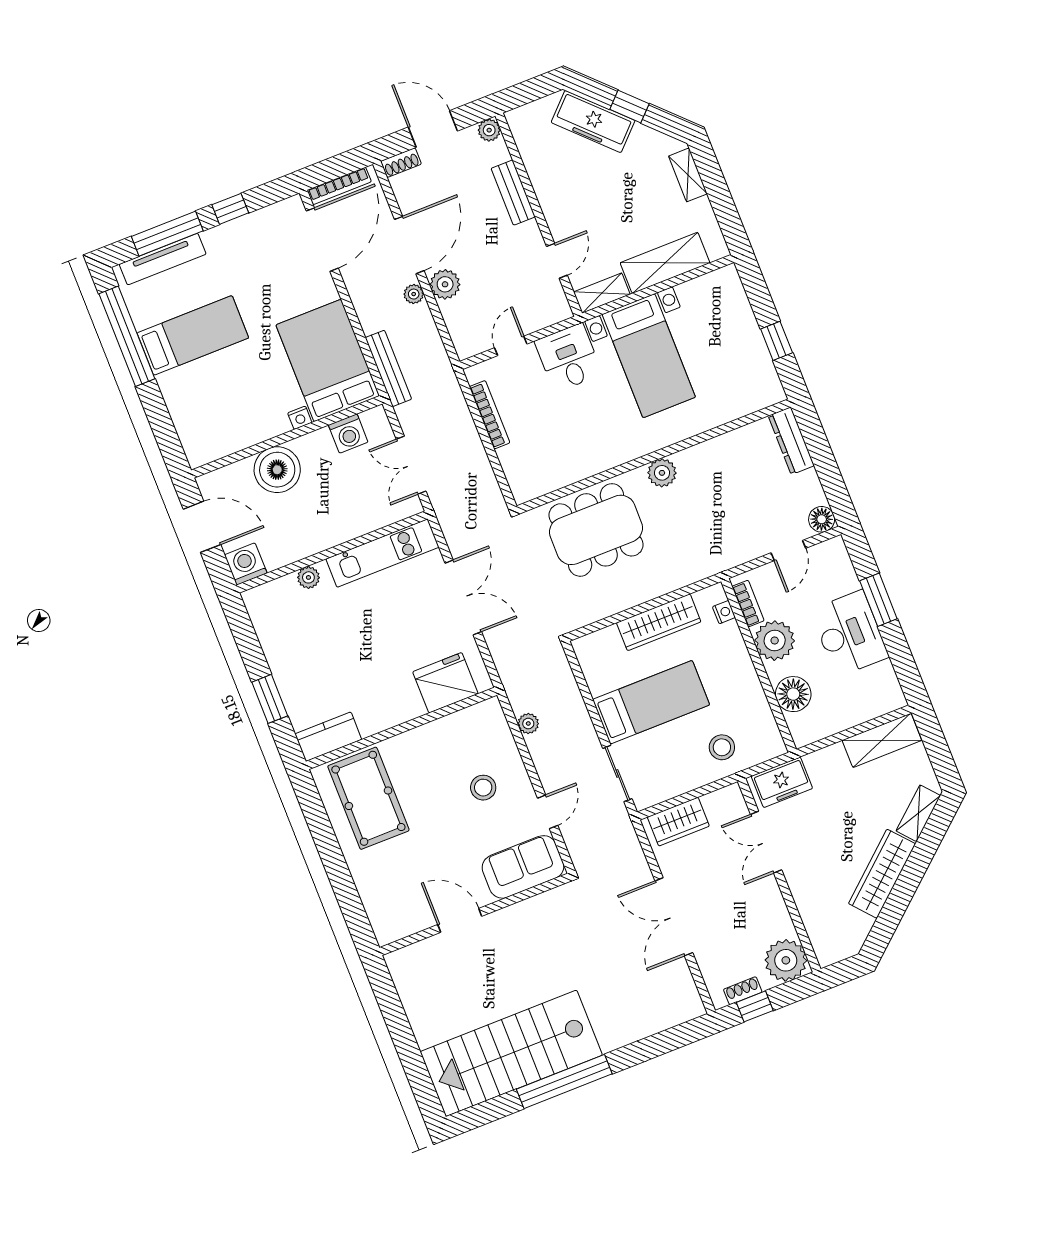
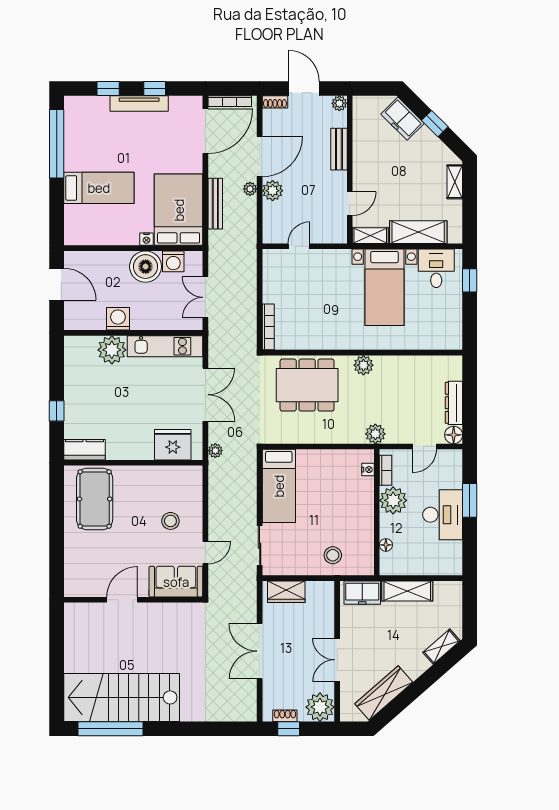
freezer: (593, 122) -> (402, 119), width x0.71
window: (167, 234) -> (108, 88), width x0.46
tv unit: (163, 259) -> (139, 104), moved
bed: (193, 335) -> (99, 188), moved
window: (777, 341) -> (470, 280), moved
desk: (568, 358) -> (436, 268), moved
bench: (388, 368) -> (215, 204), moved
bookcase: (490, 415) -> (268, 327), moved
dresser: (791, 441) -> (454, 403), moved
boiler: (277, 470) -> (146, 267), moved
plant: (715, 560) -> (375, 434), added
washing machine: (246, 564) -> (118, 319), moved
plant: (308, 577) -> (112, 350), width x1.87, depth x1.87
wardrobe: (659, 622) -> (324, 460), removed
floor lamp: (793, 694) -> (386, 545), width x0.53, depth x0.53
window: (270, 699) -> (57, 411), width x0.67
bed: (651, 702) -> (279, 486), moved, turned 90
plant: (528, 723) -> (215, 451), moved
shelving: (882, 740) -> (407, 591), moved
double door: (766, 842) -> (337, 660), moved
wardrobe: (882, 874) -> (384, 693), moved
door: (460, 920) -> (122, 600), hinge flipped
window: (564, 1082) -> (111, 729), moved

